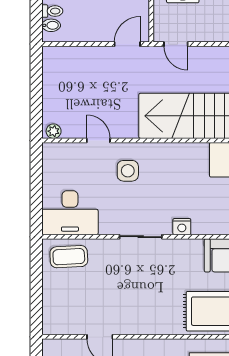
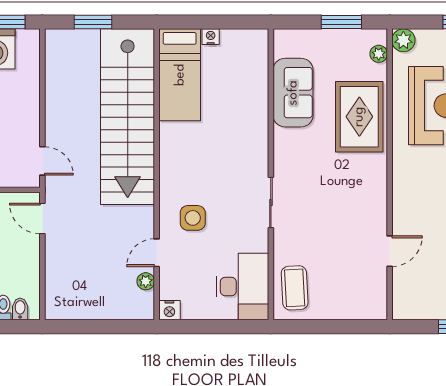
door: (176, 44) -> (42, 161), hinge flipped
plant: (54, 131) -> (146, 281), moved
nightstand: (182, 227) -> (169, 310), moved, turned 90

